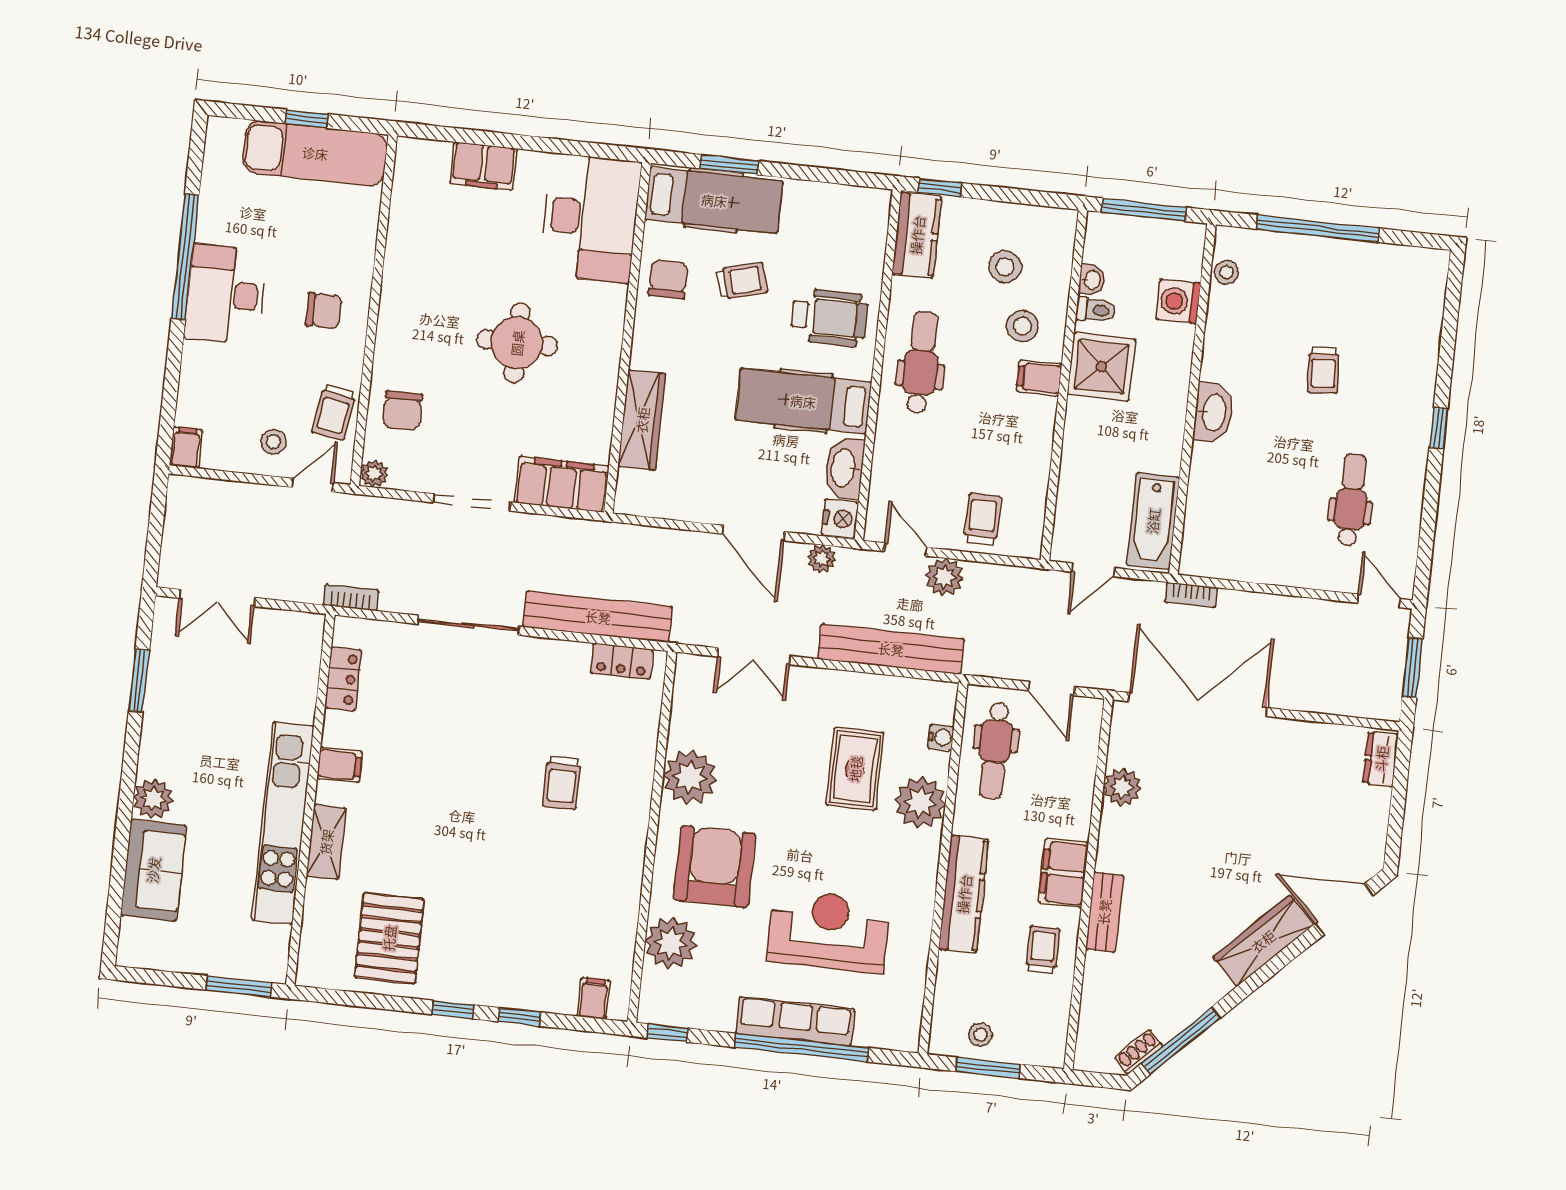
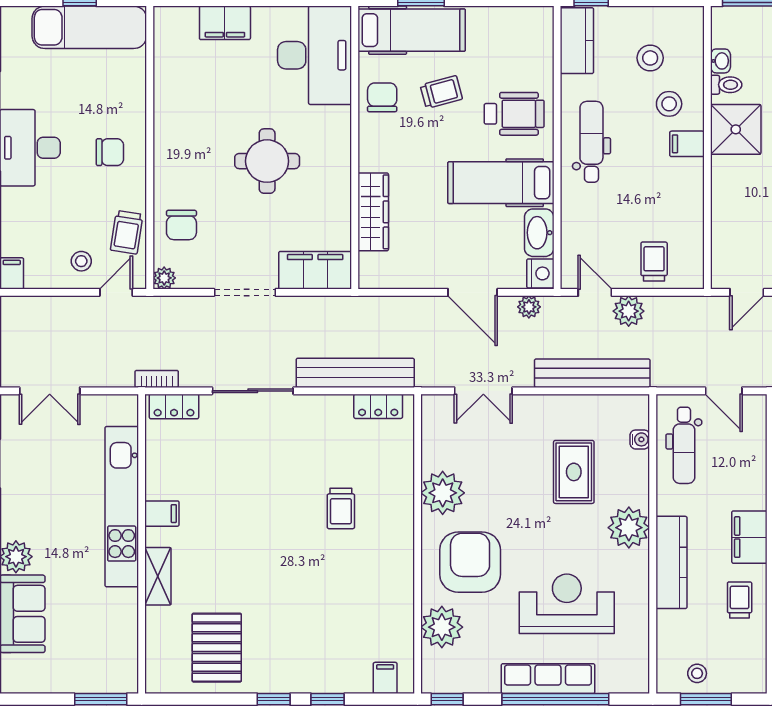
locker: (343, 679) -> (174, 406), moved, turned 90
plant: (920, 802) -> (629, 528), moved
kitchen unit: (283, 823) -> (122, 507), moved

